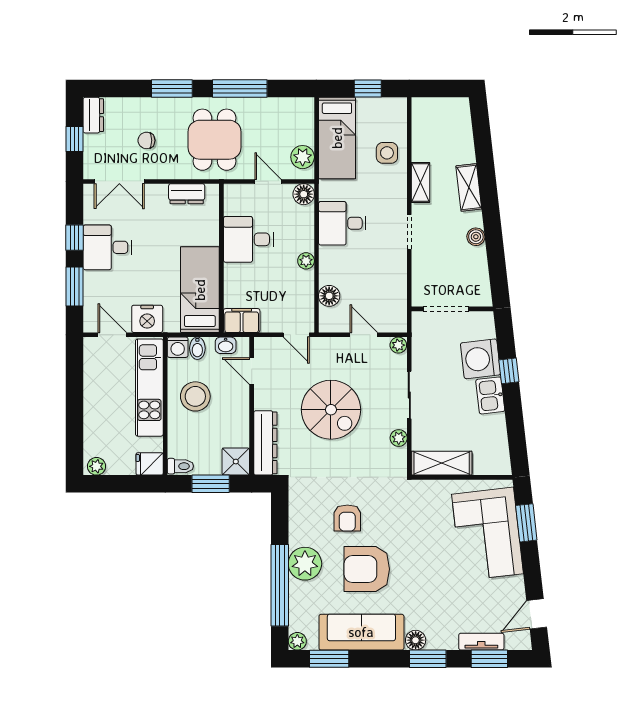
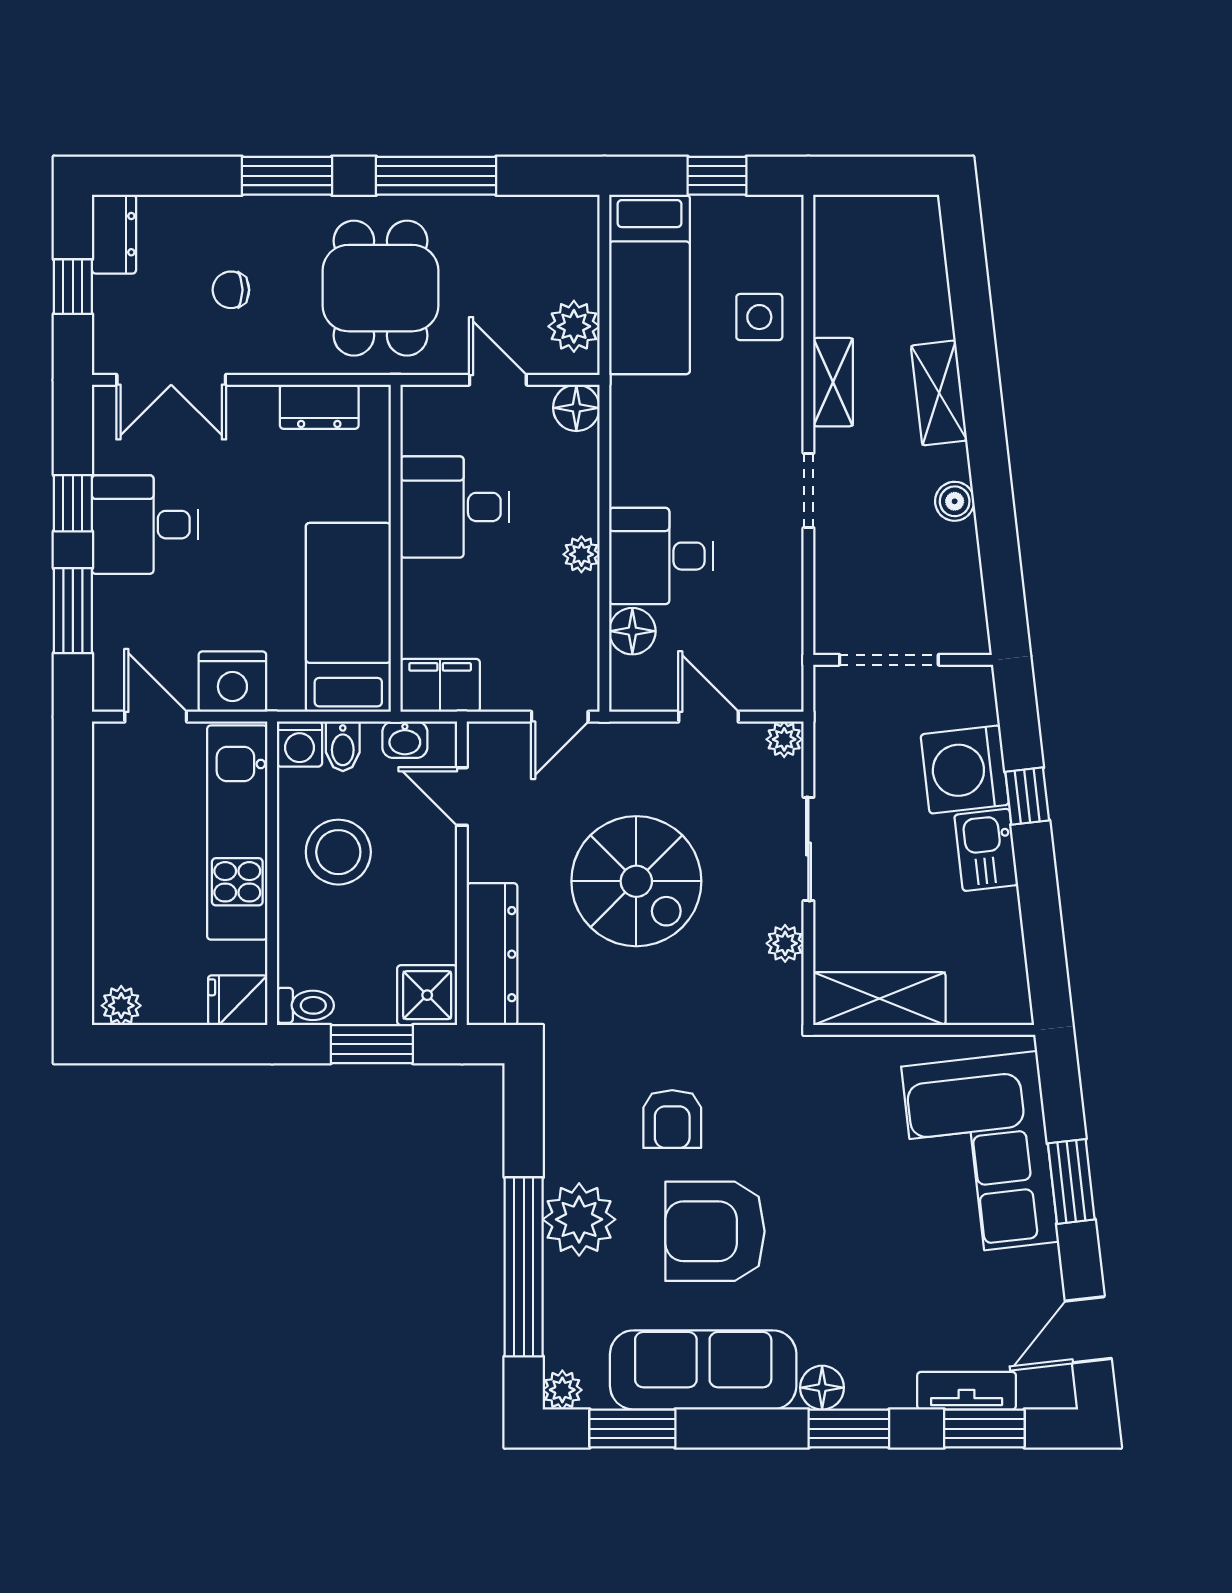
desk: (342, 223) -> (661, 556), moved
door: (296, 335) -> (560, 717), hinge flipped
window: (526, 523) -> (1071, 1181), moved

